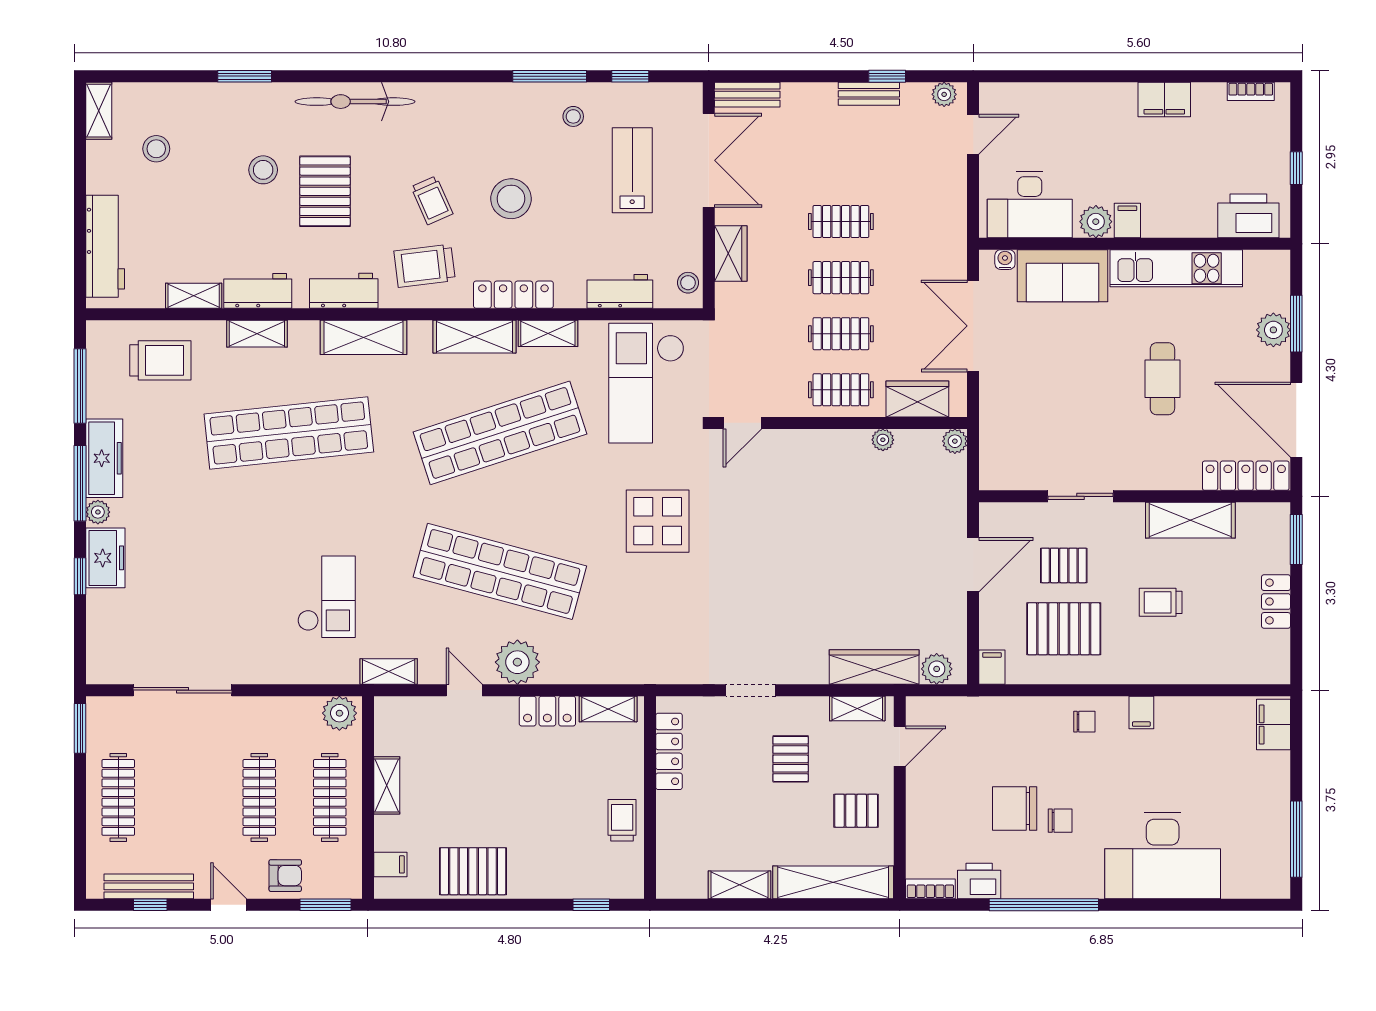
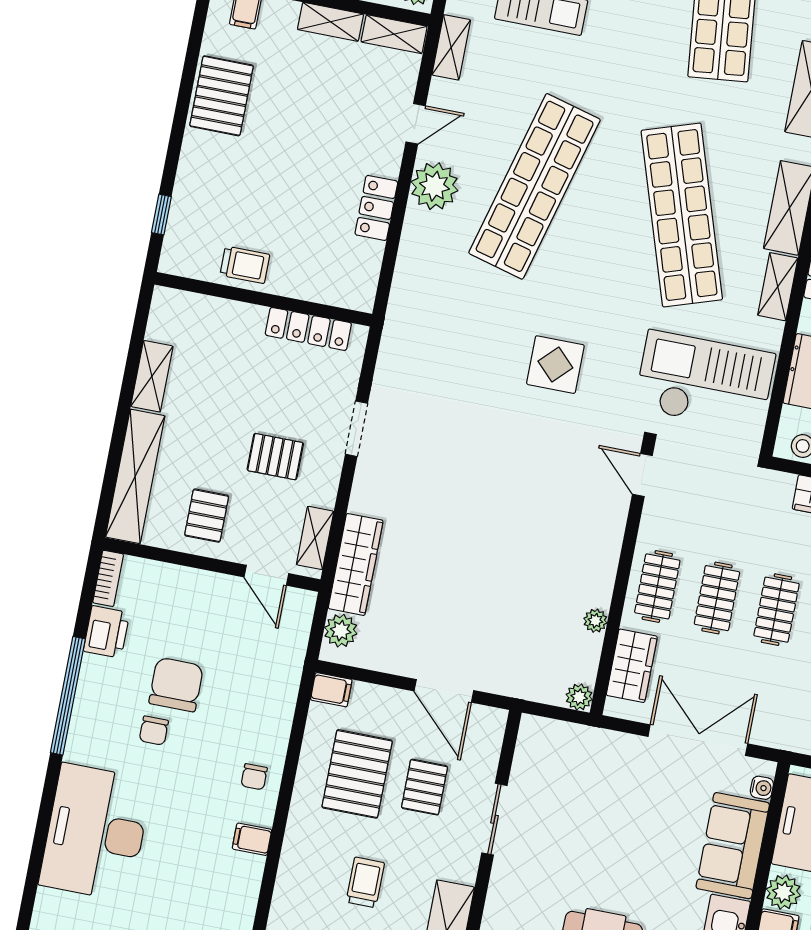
display table: (658, 521) -> (555, 365), width x0.73, depth x0.73
shelving: (608, 709) -> (394, 34), moved, turned 90

